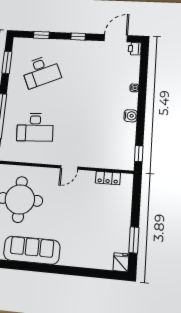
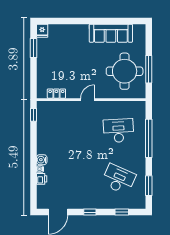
printer: (135, 49) -> (42, 179), moved
desk: (41, 71) -> (119, 179), turned 48
water cooler: (131, 116) -> (42, 160), moved

